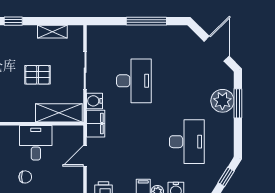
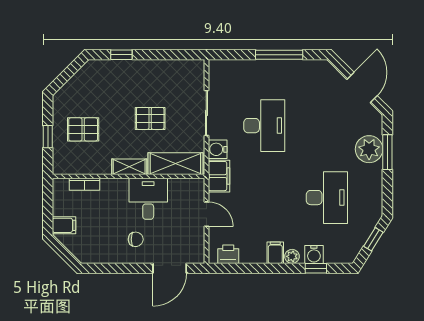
shelving: (52, 32) -> (129, 167), moved
door: (85, 156) -> (206, 214), swing flipped

